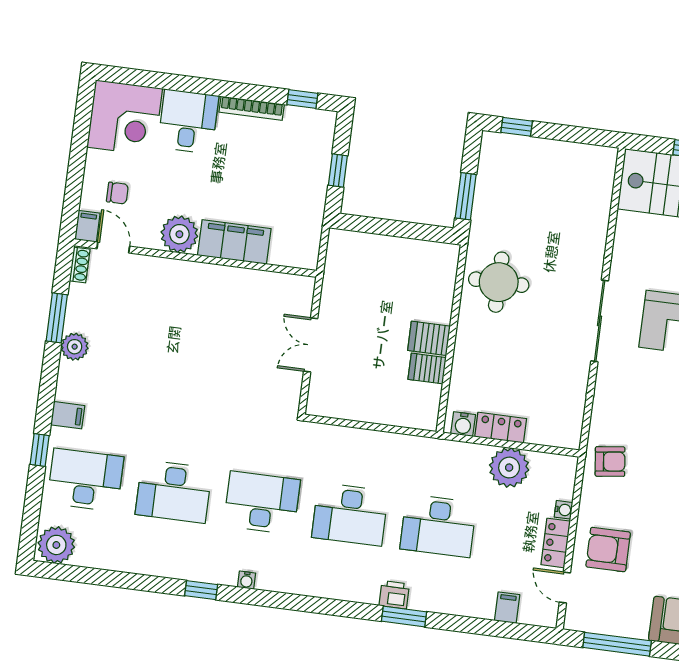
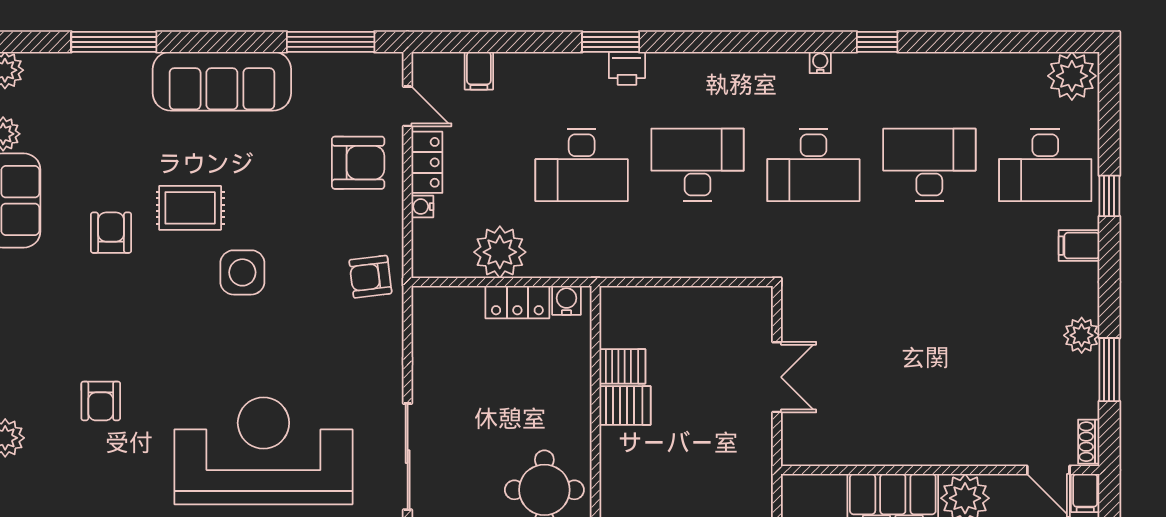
desk: (438, 526) -> (582, 165), turned 180

